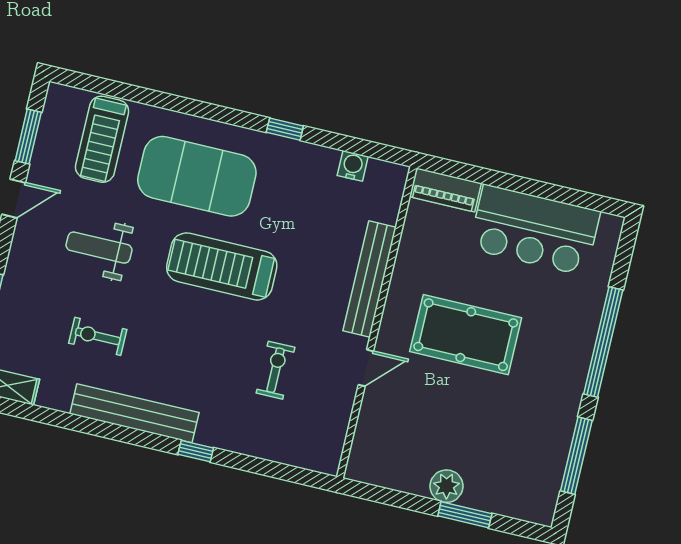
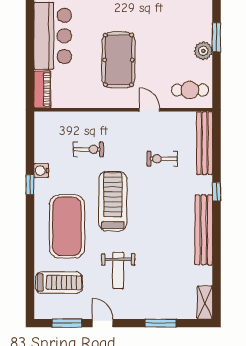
water cooler: (353, 166) -> (41, 171), moved
treadmill: (222, 266) -> (113, 201), turned 180
bench: (369, 279) -> (205, 143), moved, turned 90
exercise bike: (98, 336) -> (88, 149), moved, turned -90
cafe table: (384, 447) -> (190, 90), added

